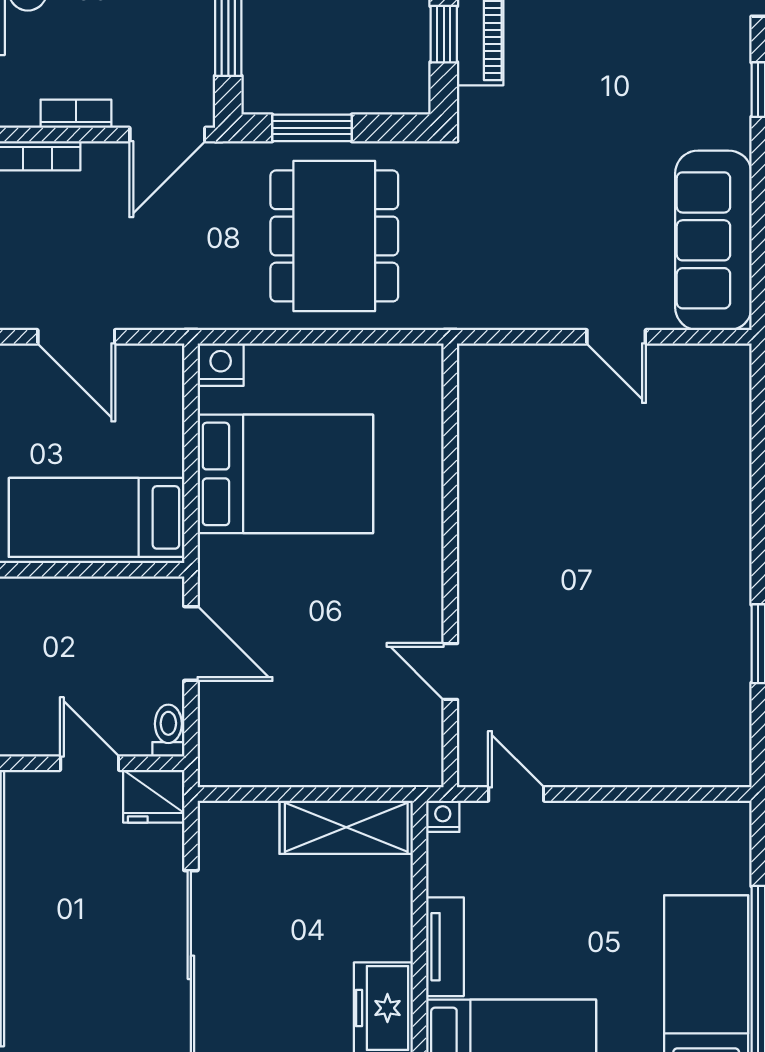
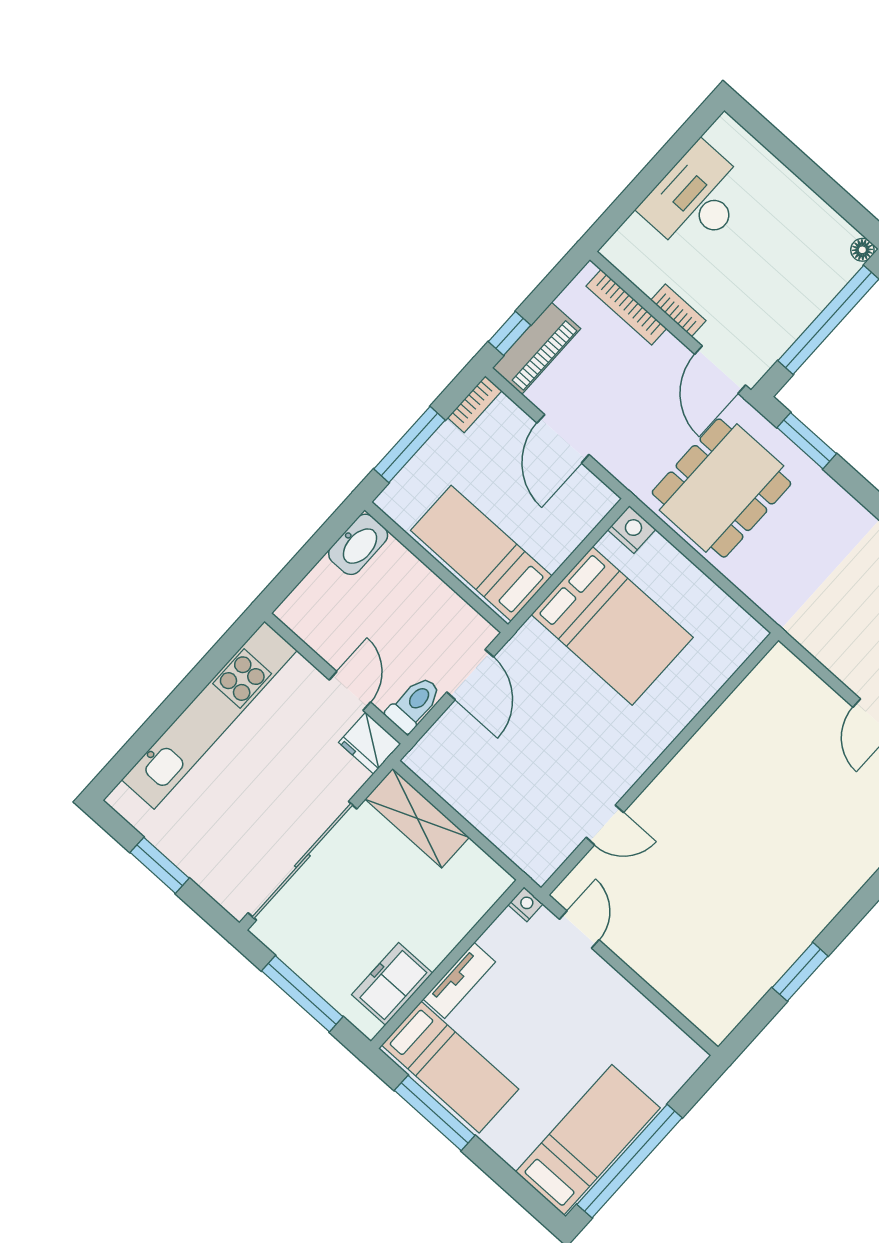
door: (167, 134) -> (720, 370), hinge flipped
dining table: (334, 236) -> (721, 488), moved
door: (450, 671) -> (605, 825), swing flipped
toilet: (168, 731) -> (414, 704), width x1.37, depth x1.39
shelving: (346, 827) -> (417, 818), moved

